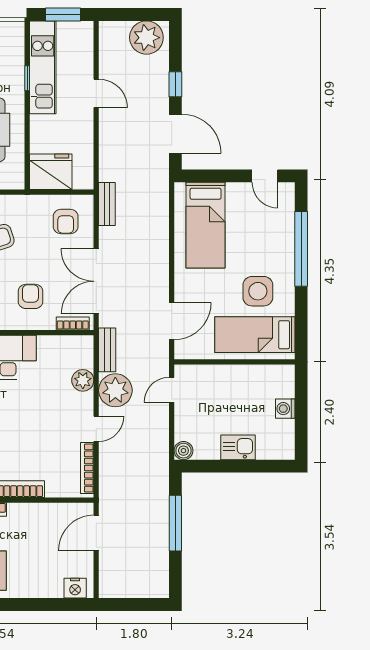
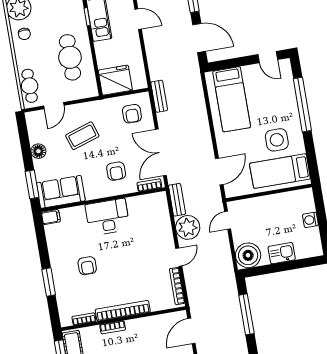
armchair: (30, 296) -> (116, 171), turned 180
plant: (83, 380) -> (163, 224), removed
boiler: (183, 451) -> (248, 255), width x1.86, depth x1.86

